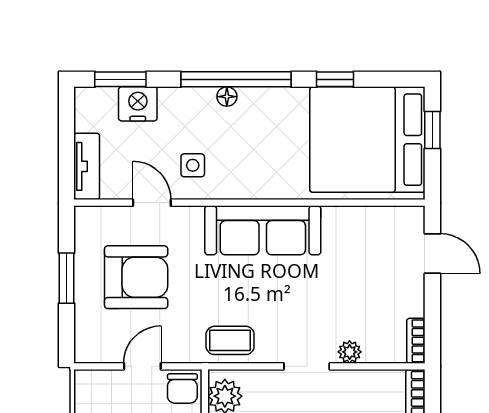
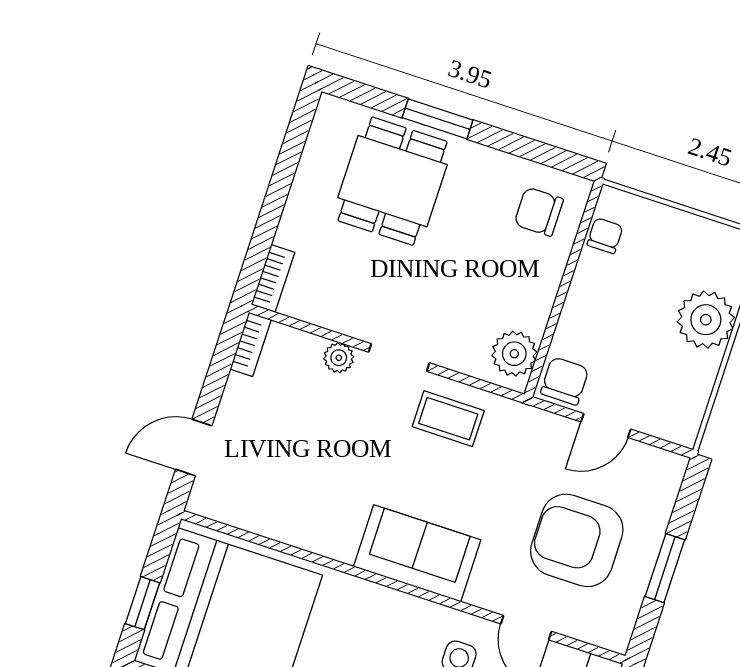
sofa: (263, 230) -> (417, 553), width x0.73
door: (432, 253) -> (194, 448), hinge flipped
coffee table: (230, 340) -> (448, 419), moved

